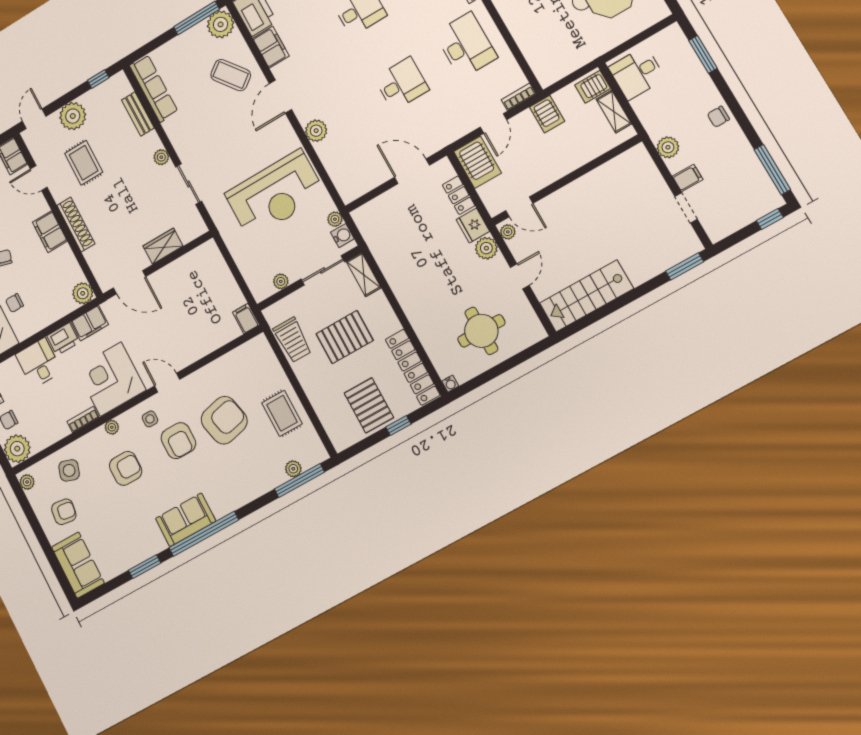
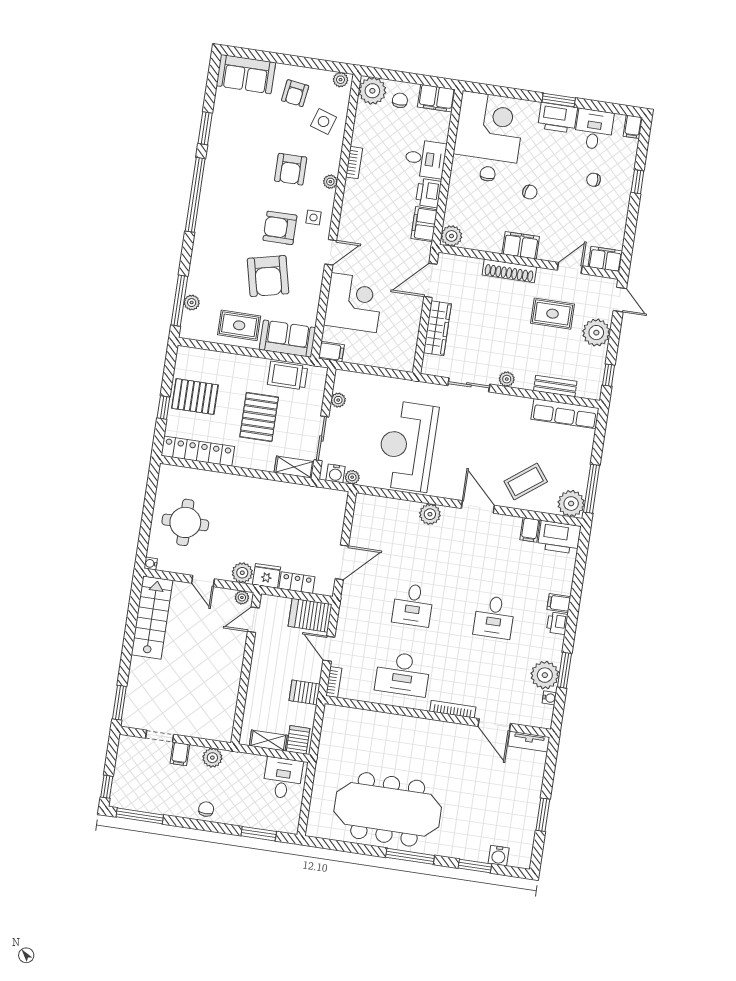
filing cabinet: (271, 47) -> (530, 530), width x0.50
wardrobe: (163, 246) -> (437, 328), width x1.50
corner desk: (111, 379) -> (354, 303), moved
water cooler: (450, 384) -> (151, 564), moved
sofa: (186, 520) -> (287, 339), moved, turned -90

